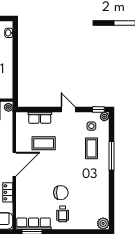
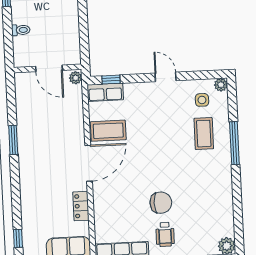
window: (98, 110) -> (111, 80), moved
row of seats: (40, 118) -> (105, 92), moved
coffee table: (44, 143) -> (108, 131), moved

